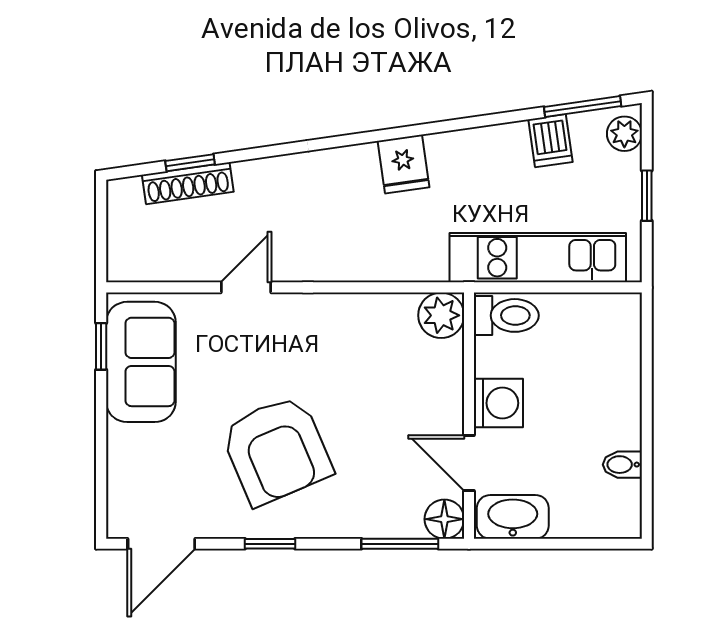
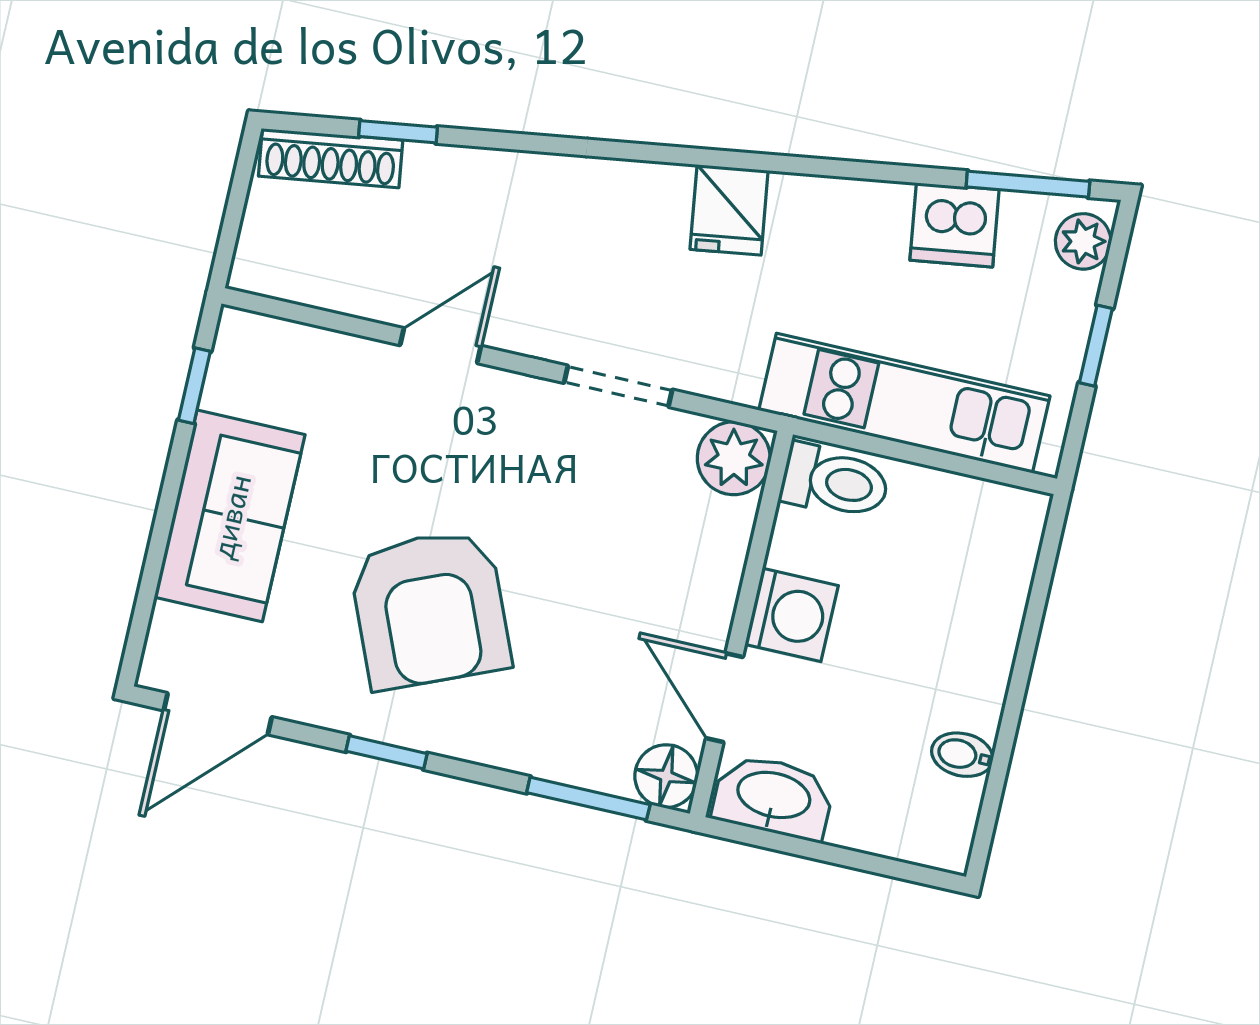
dishwasher: (550, 141) -> (954, 225), width x1.38
shoe rack: (188, 183) -> (331, 158), moved
doorway: (360, 287) -> (618, 386), added
sofa: (141, 362) -> (230, 516), moved

